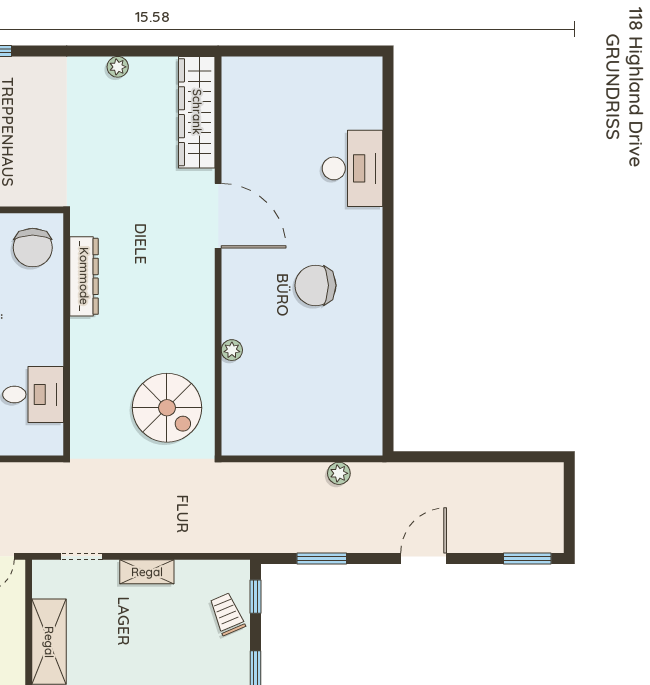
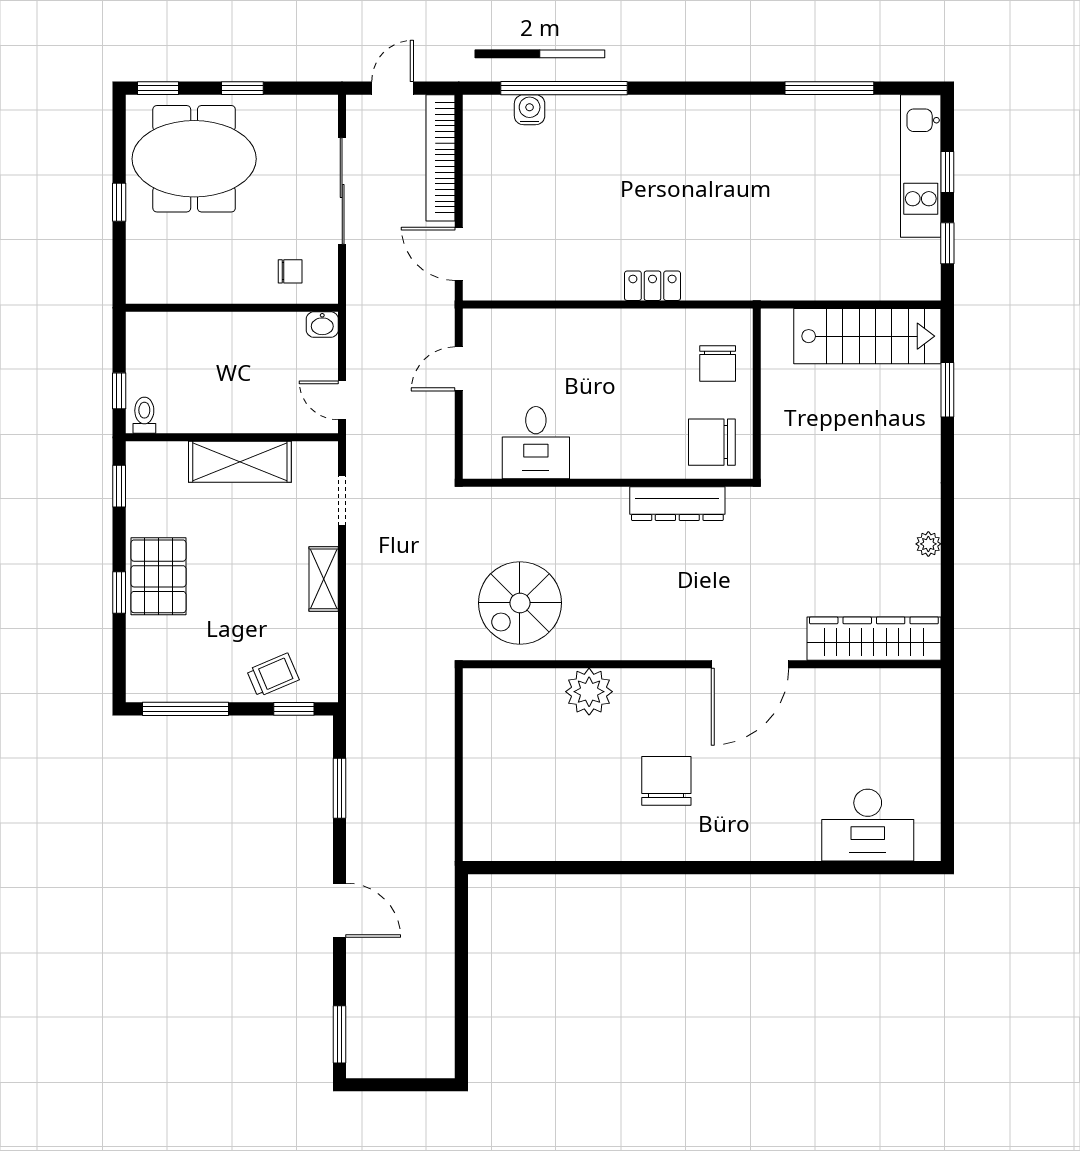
desk: (352, 168) -> (868, 825), moved
plant: (232, 350) -> (589, 692), width x1.88, depth x1.88
plant: (339, 473) -> (441, 809), removed

